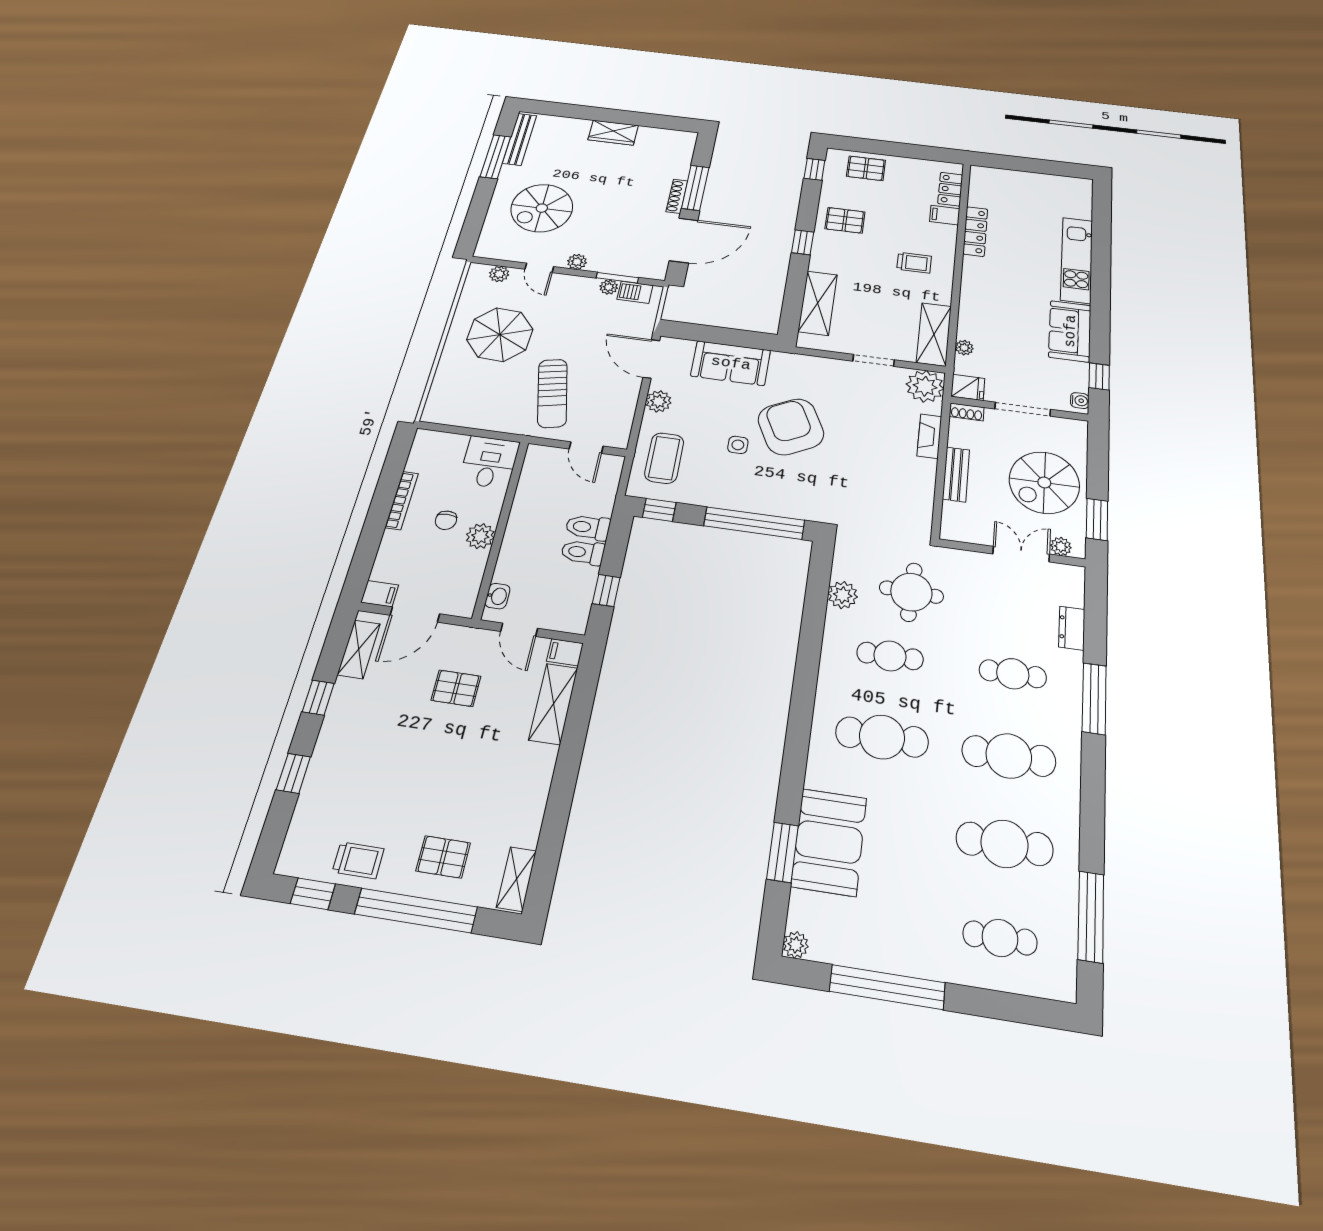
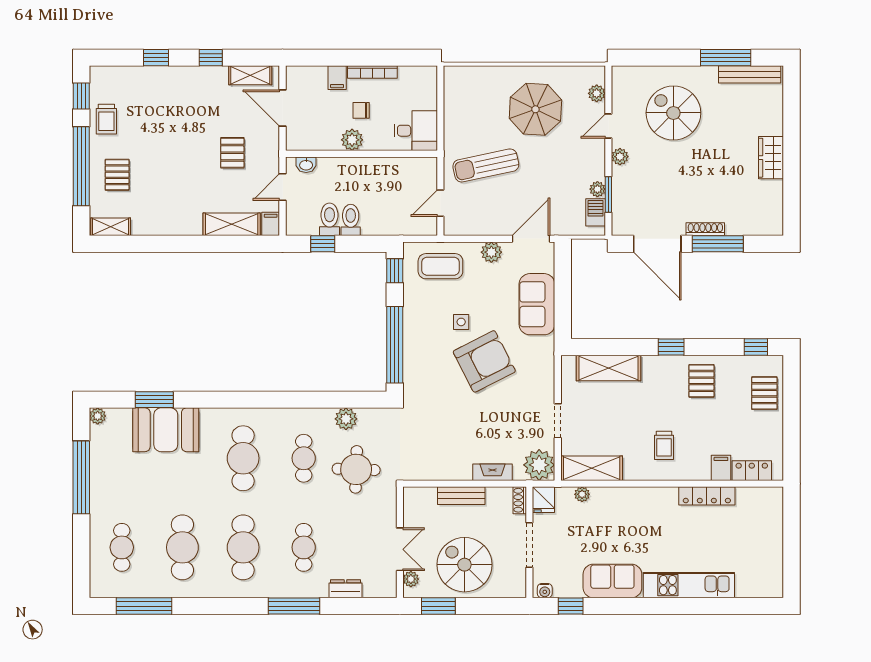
toilet: (588, 527) -> (330, 219), moved
filing cabinet: (380, 594) -> (337, 78), moved

